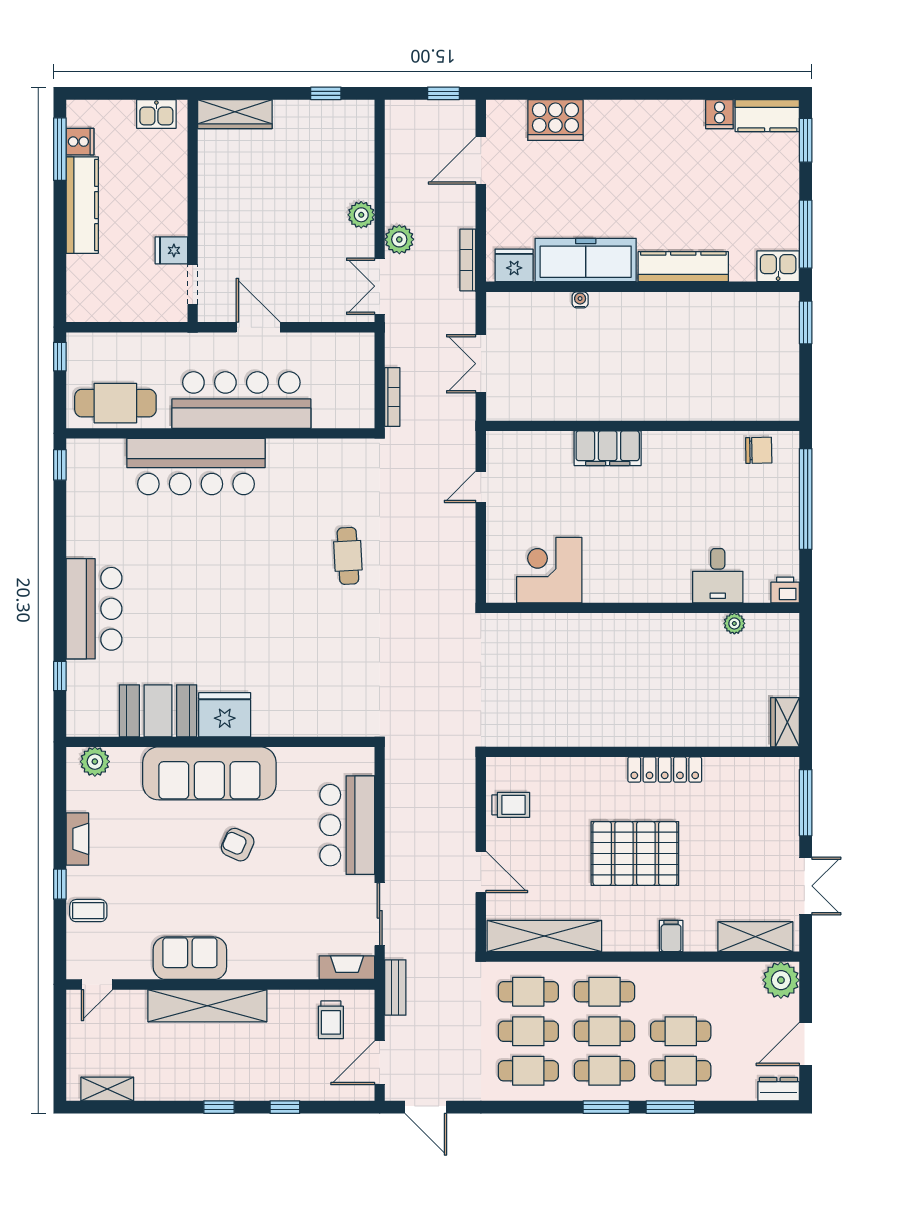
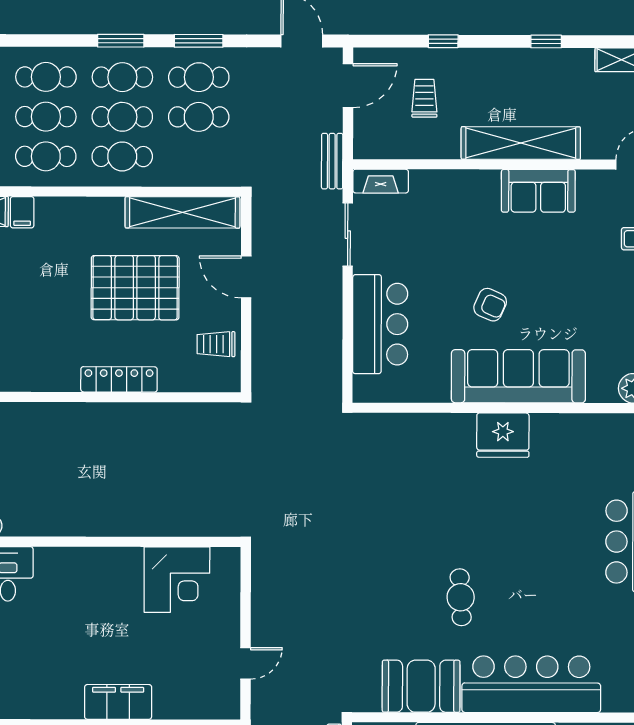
cafe table: (348, 556) -> (461, 597), moved
booth: (158, 711) -> (421, 686), moved
locker: (665, 770) -> (119, 379), moved
pallet: (635, 853) -> (135, 288), moved
filing cabinet: (671, 936) -> (22, 212), moved
cafe table: (528, 992) -> (46, 156), moved
trolley: (331, 1020) -> (424, 98), moved
window: (219, 1107) -> (546, 41), moved
window: (670, 1107) -> (199, 41), moved

